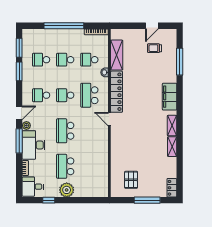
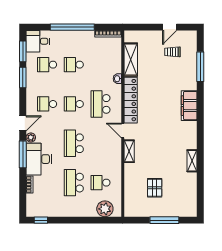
school desk: (89, 60) -> (100, 183), moved
shelving: (172, 125) -> (129, 151), moved
pallet: (131, 180) -> (155, 188), moved
desk: (33, 187) -> (38, 41), moved
locker: (172, 188) -> (192, 206), removed
plant: (67, 190) -> (105, 209), moved
window: (49, 200) -> (41, 220), moved

